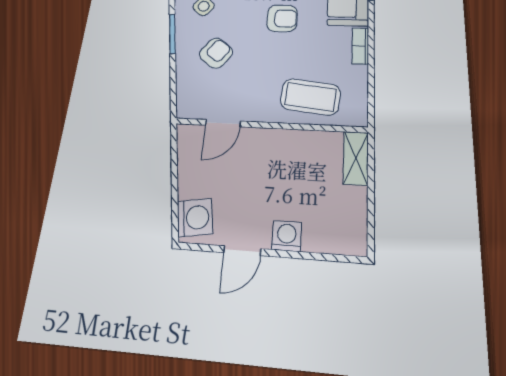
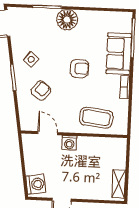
door: (223, 123) -> (48, 133), swing flipped
shelving: (356, 158) -> (119, 184), moved
washing machine: (287, 236) -> (69, 143), moved, turned 180

